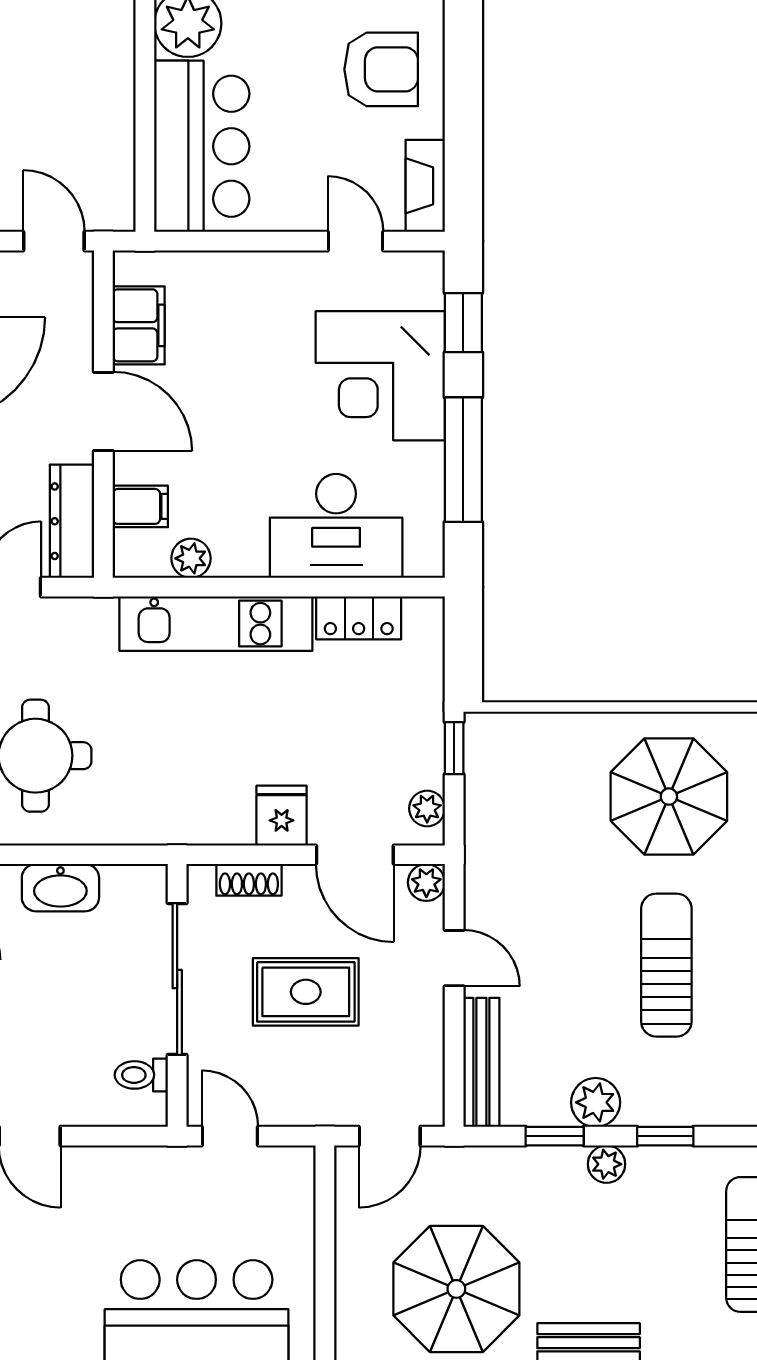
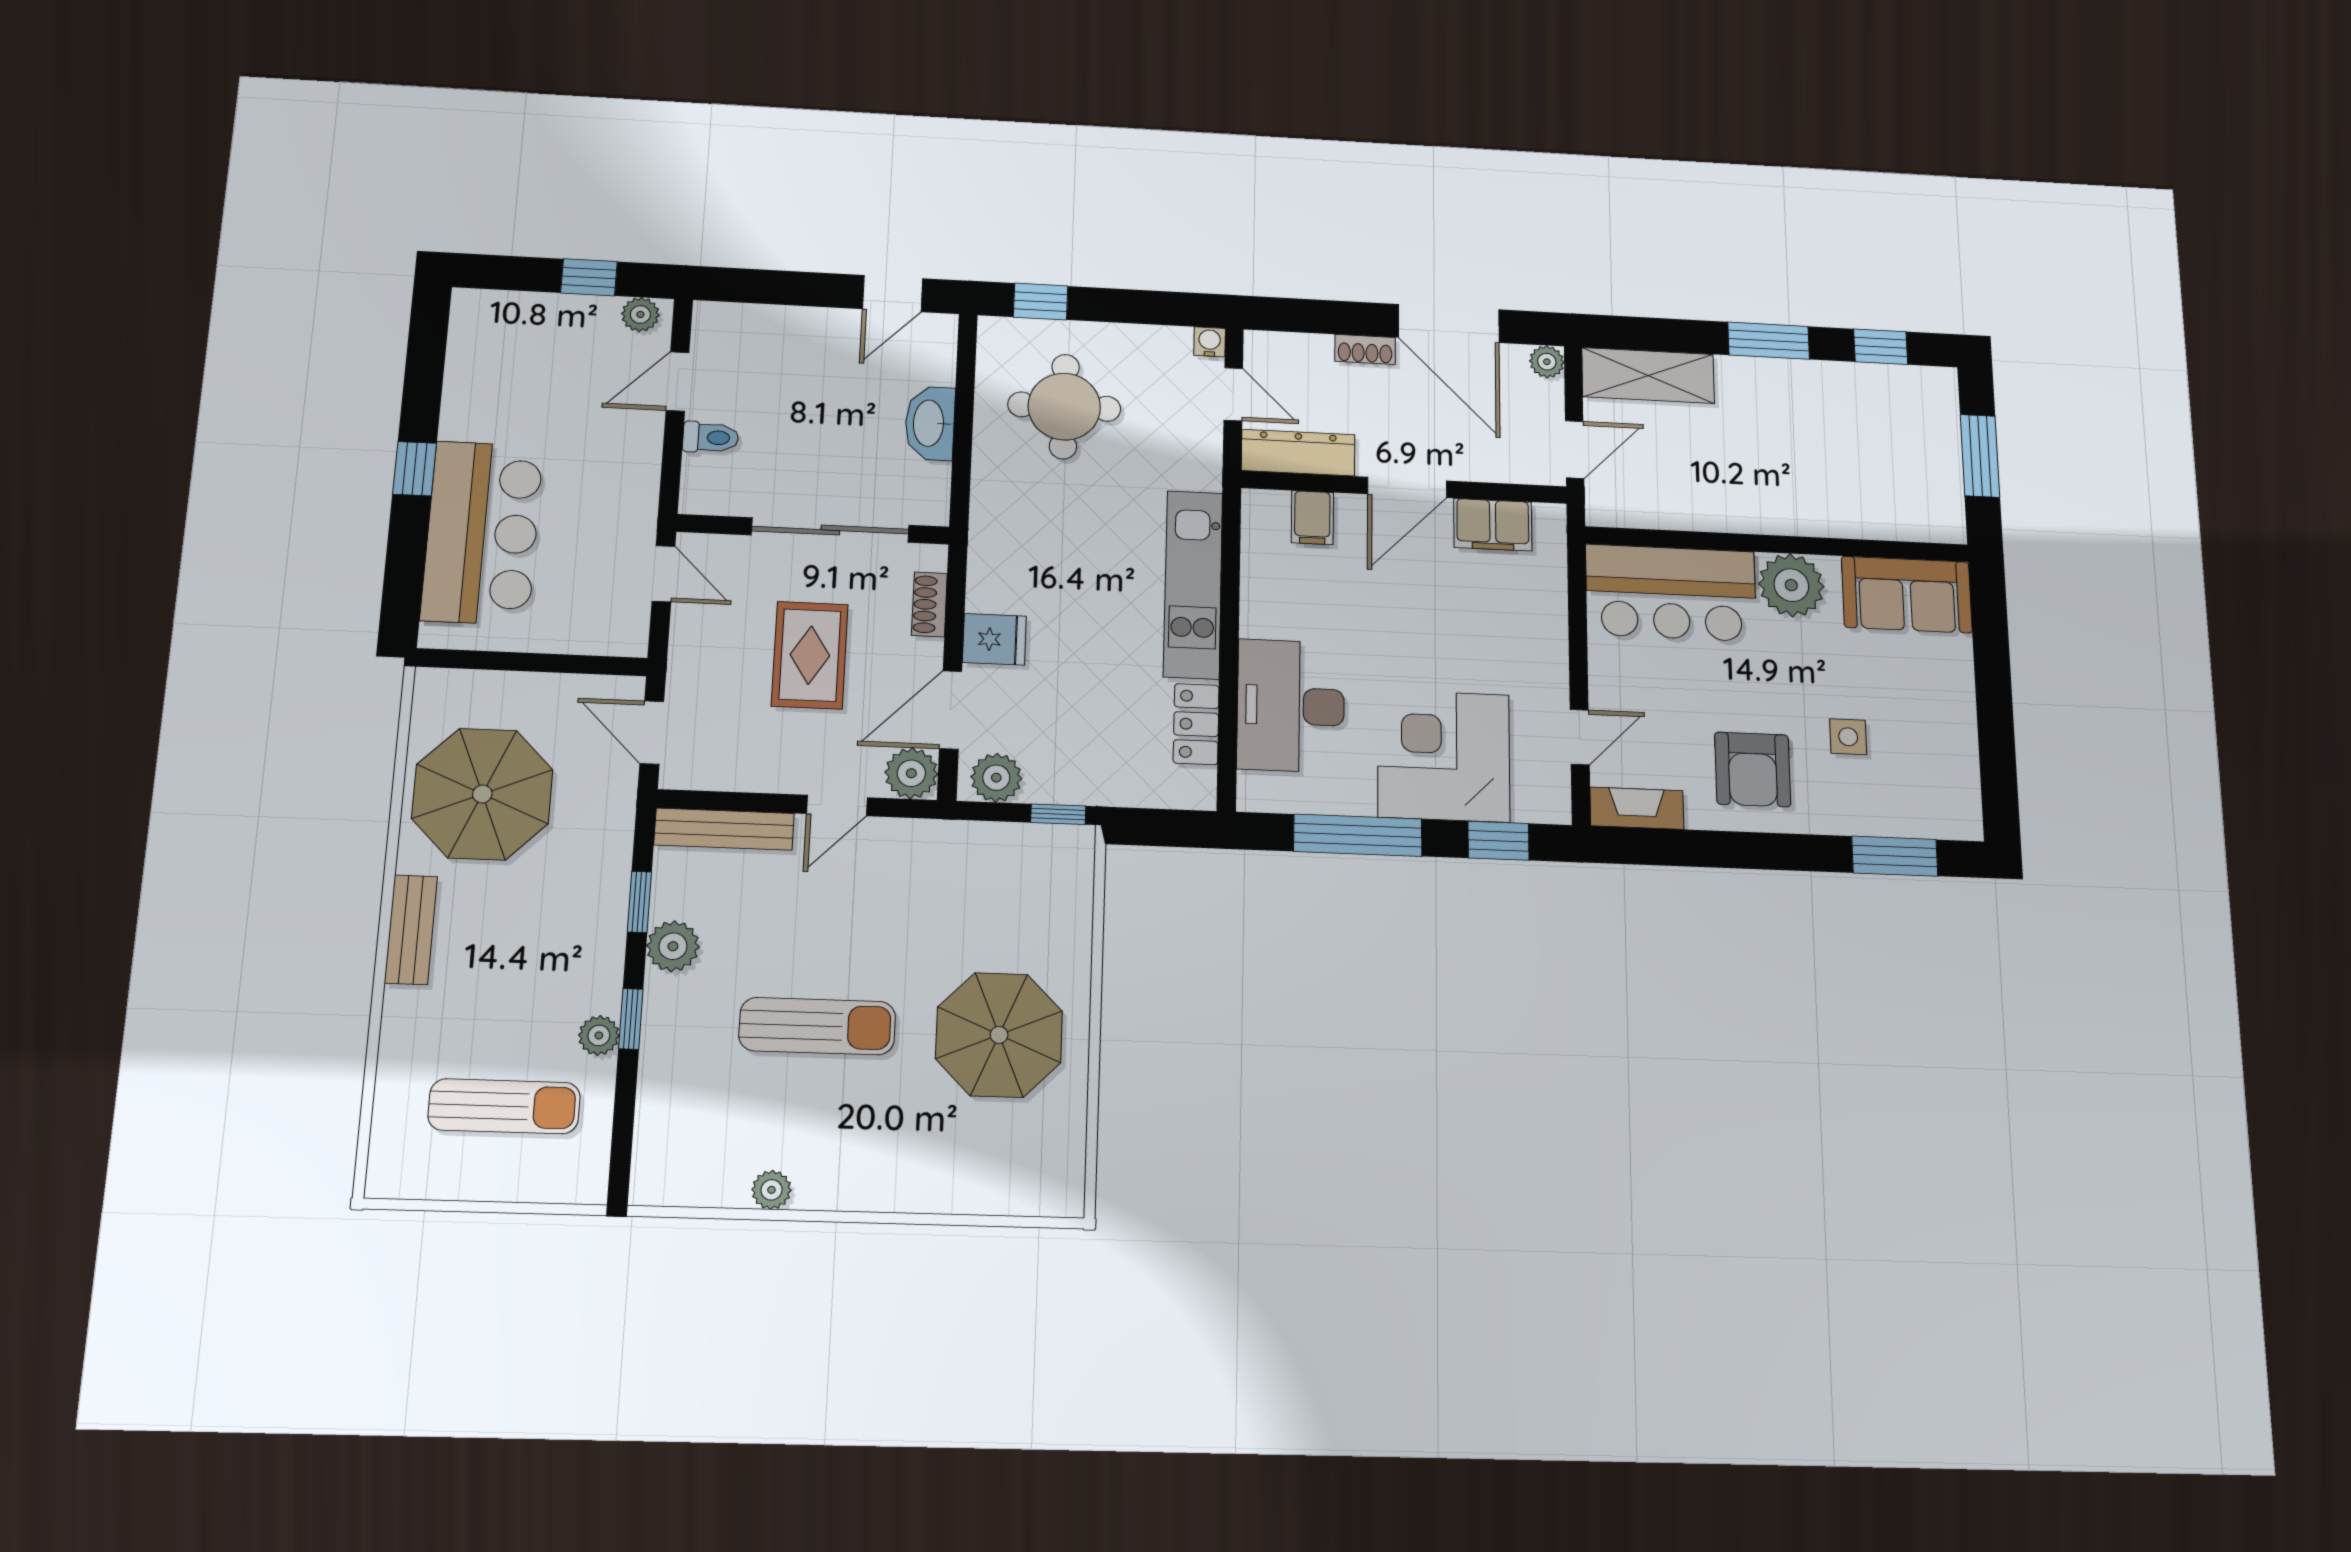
plant: (191, 558) -> (1260, 563), removed
plant: (427, 808) -> (996, 778), width x1.38, depth x1.38
plant: (426, 882) -> (911, 773), width x1.38, depth x1.38
toilet: (141, 1075) -> (711, 437), moved, turned 90
door: (230, 1136) -> (664, 574), hinge flipped
plant: (607, 1164) -> (599, 1035), moved

